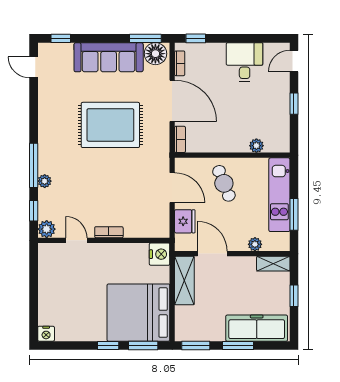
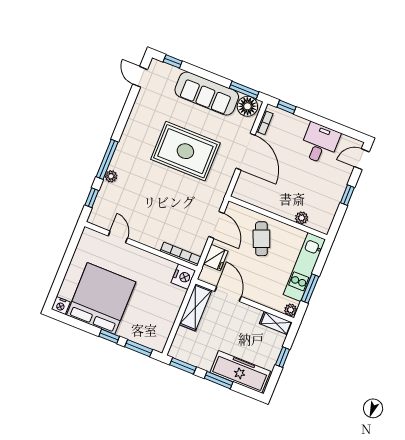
bookcase: (180, 139) -> (239, 187), removed
plant: (47, 229) -> (97, 217), removed
bookcase: (109, 232) -> (181, 254), moved, width x1.56
plant: (255, 244) -> (291, 310), moved
bed: (138, 313) -> (101, 298), moved, turned 90

